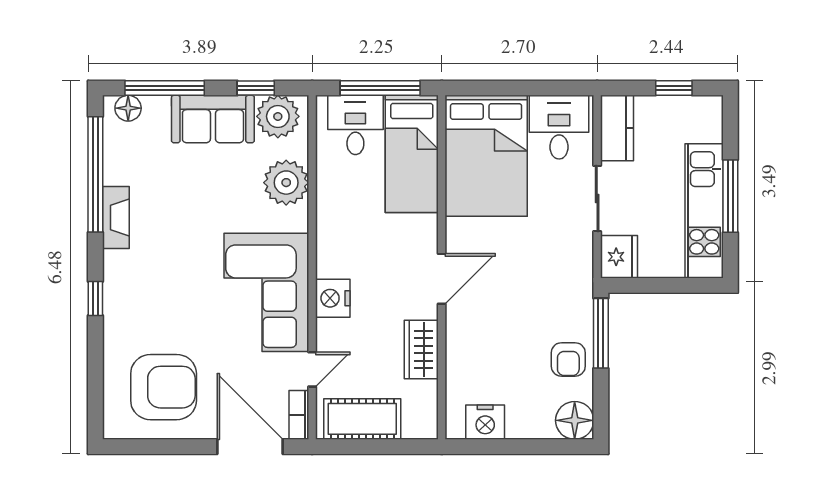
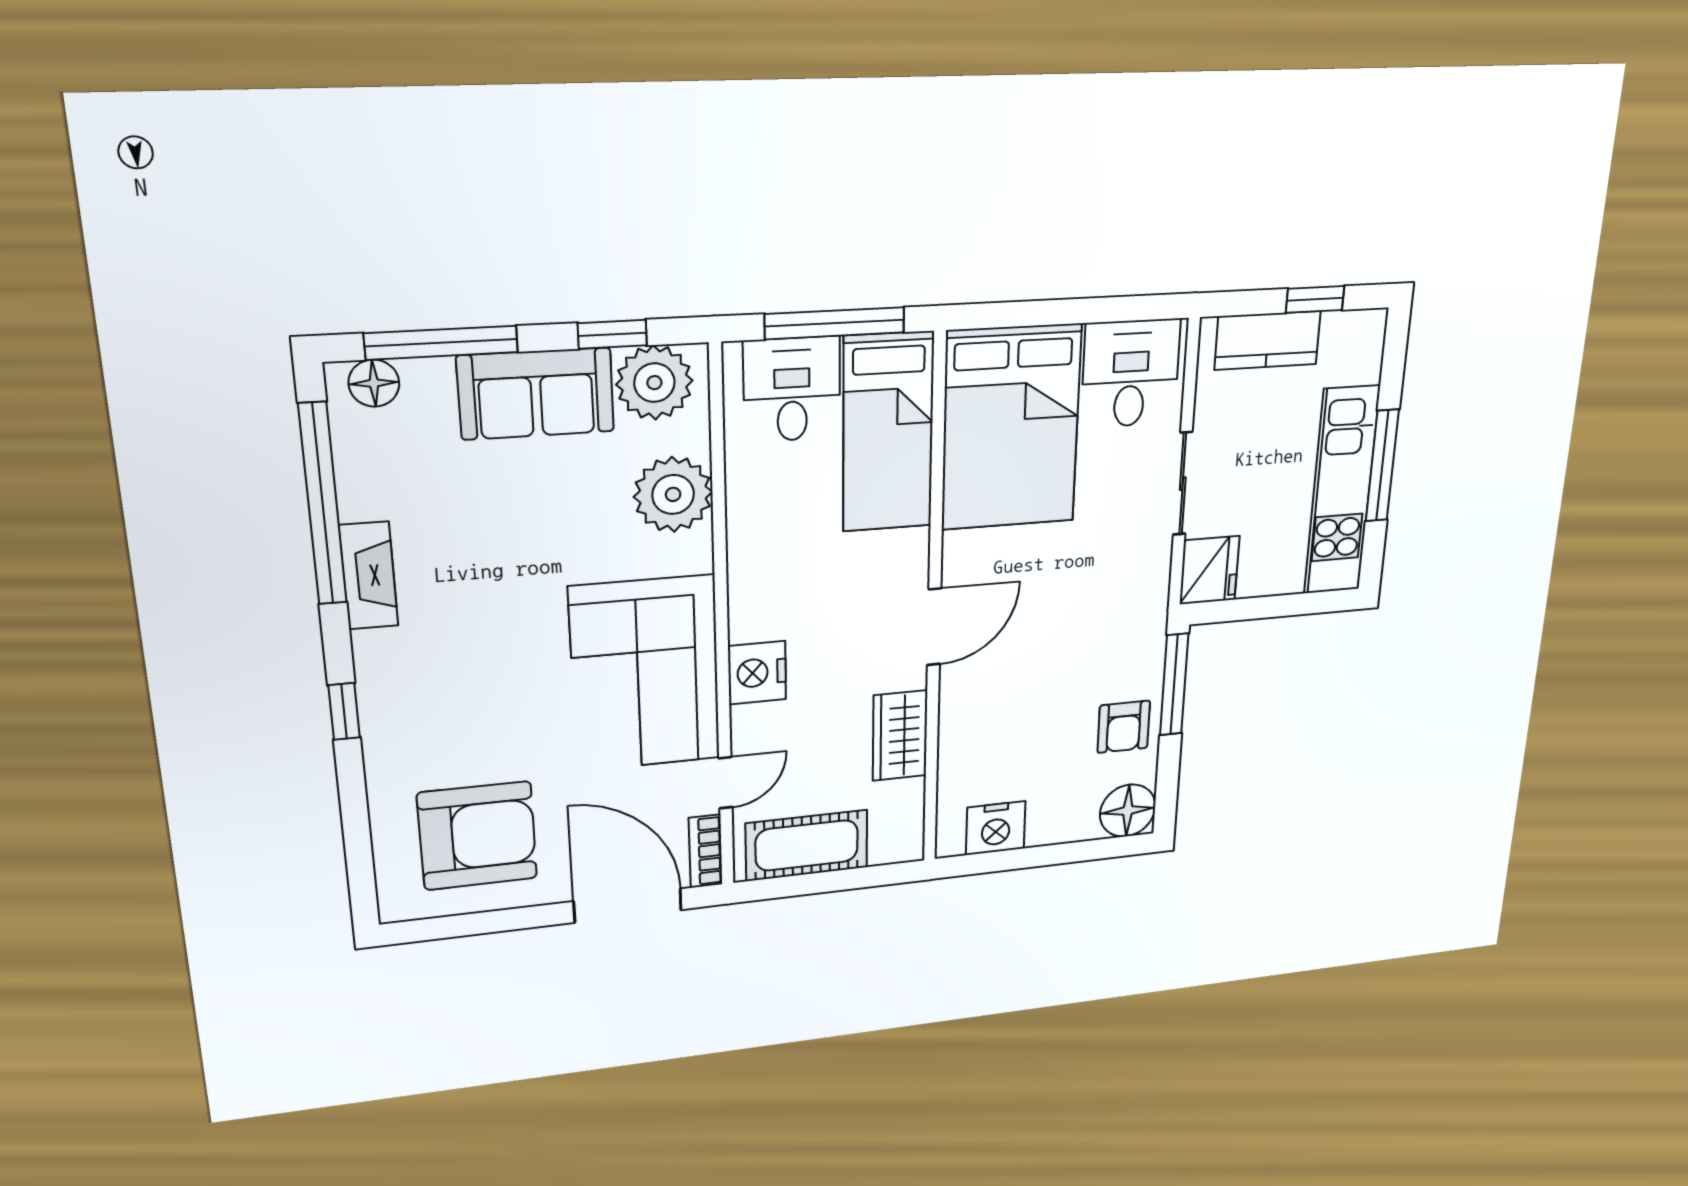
kitchen counter: (617, 128) -> (1268, 340), moved, turned 90

